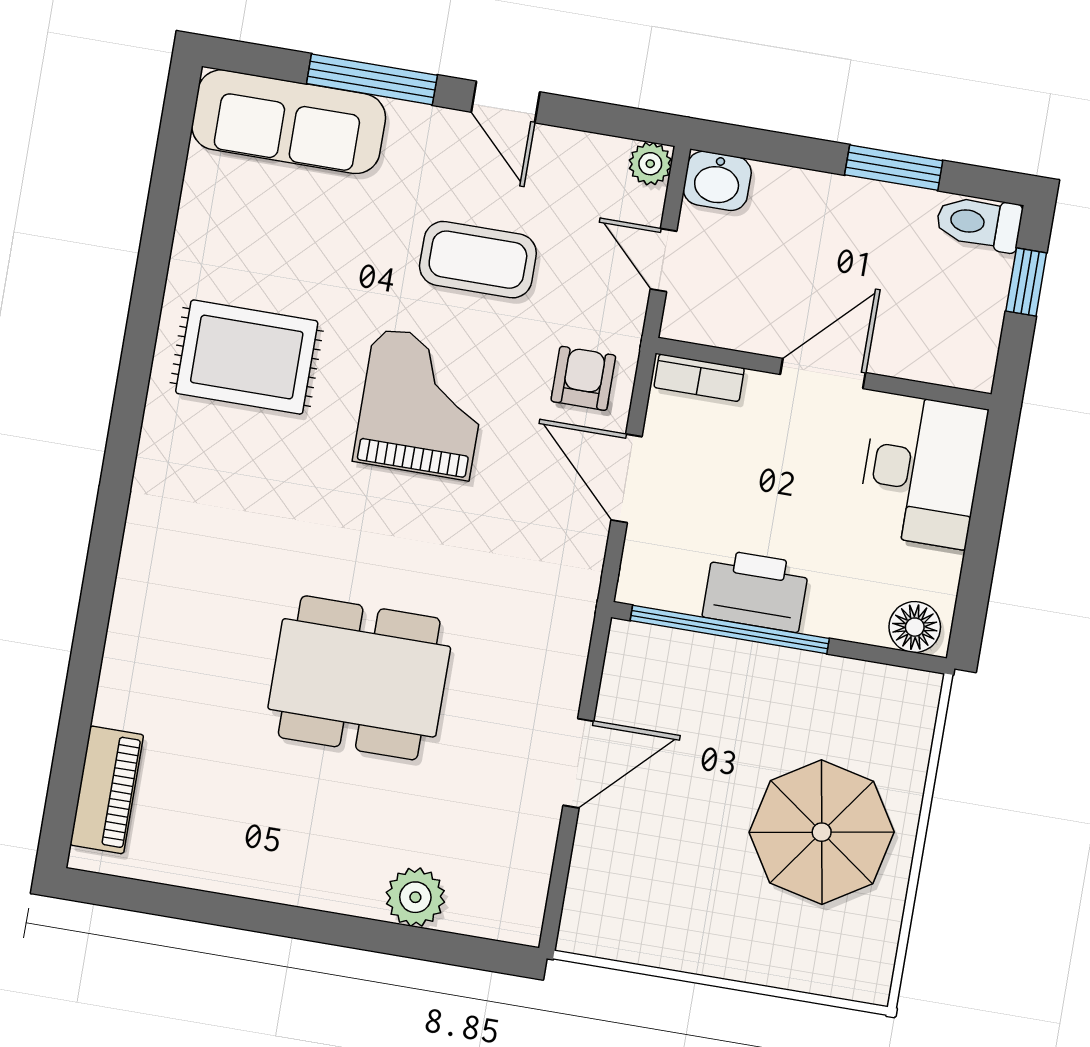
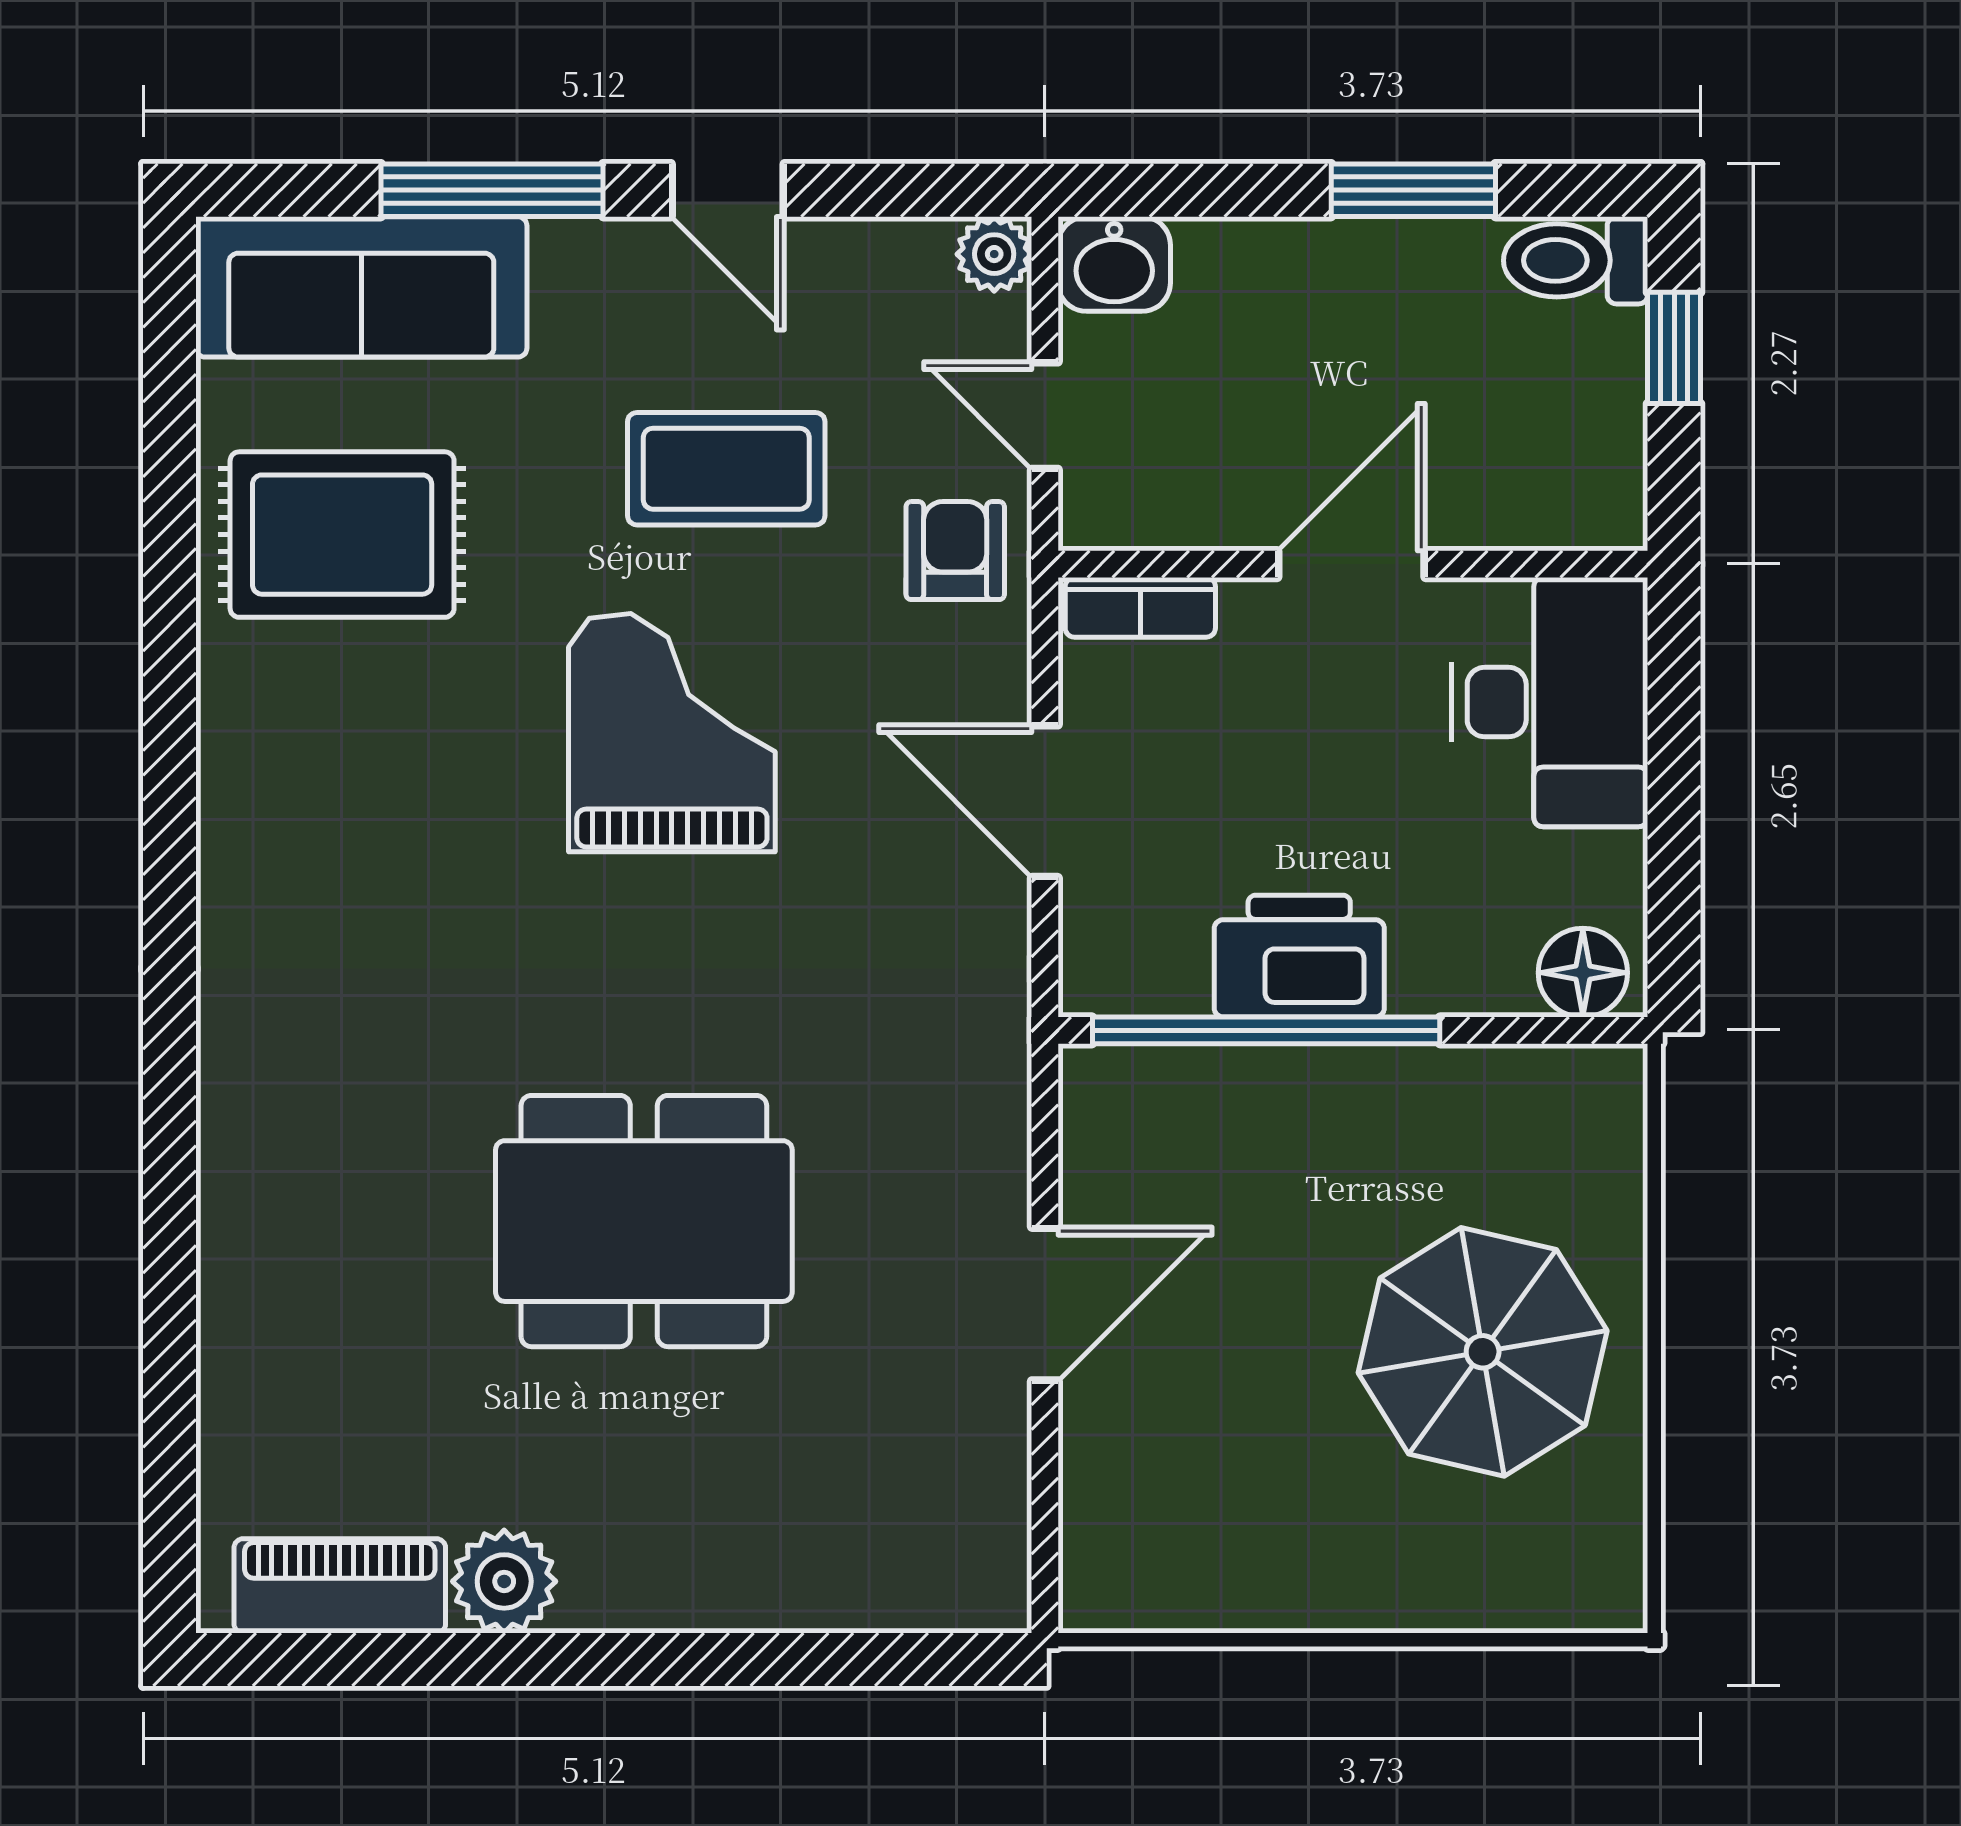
rug: (247, 357) -> (342, 535), moved
armchair: (583, 378) -> (955, 551), moved
piano: (107, 790) -> (340, 1586), moved, turned -90
plant: (415, 897) -> (504, 1581), moved

